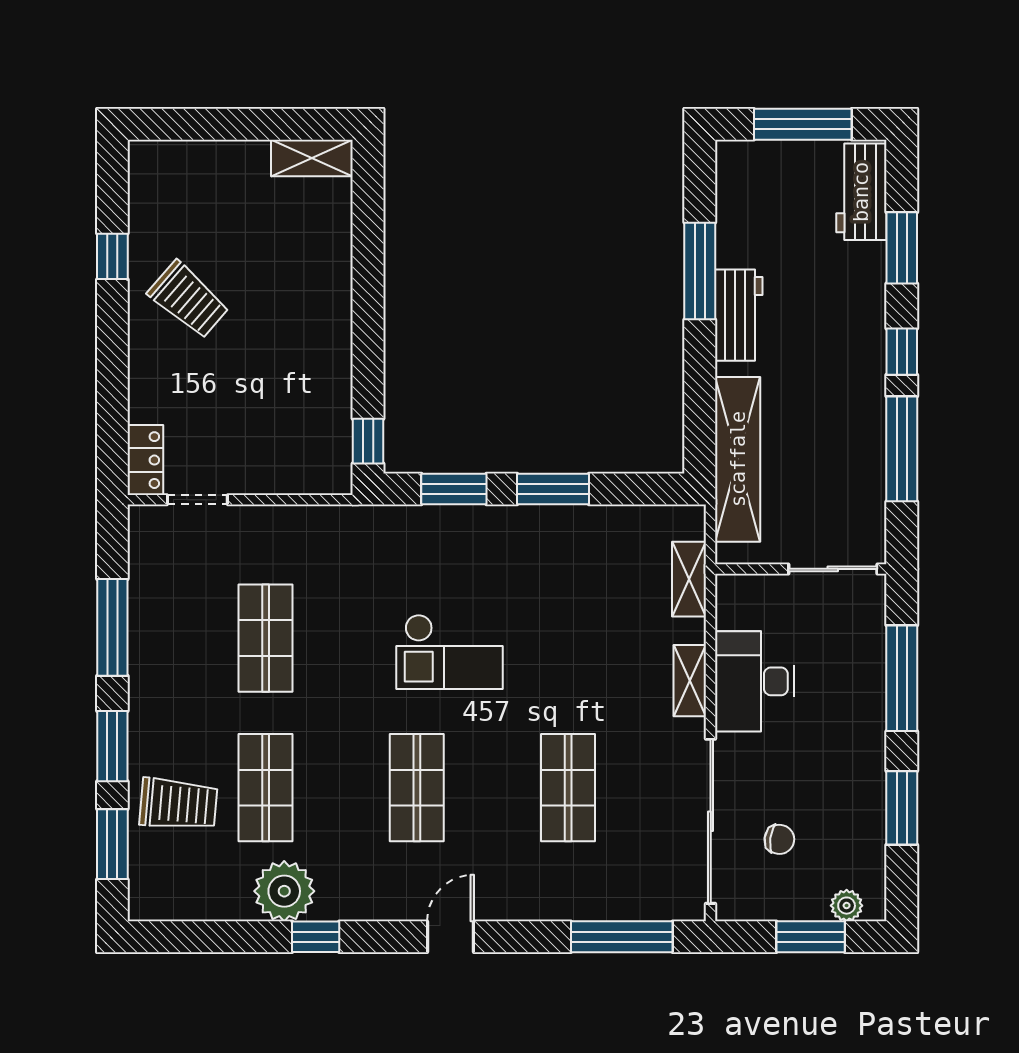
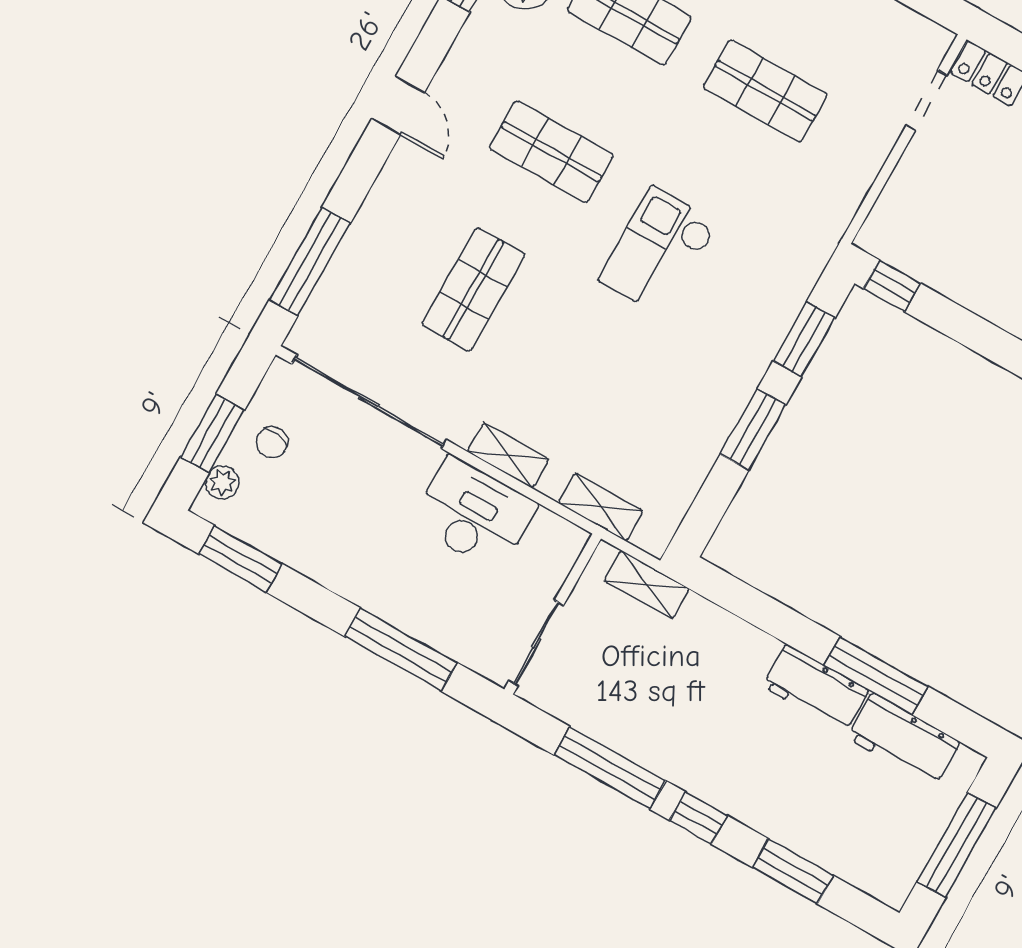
workbench: (861, 192) -> (903, 740), moved, turned 180
shelving: (738, 459) -> (647, 585), width x0.45, depth x0.75
shop shelf: (568, 788) -> (473, 290), turned 90
window: (902, 808) -> (240, 559), moved
chair: (779, 839) -> (272, 442), moved

